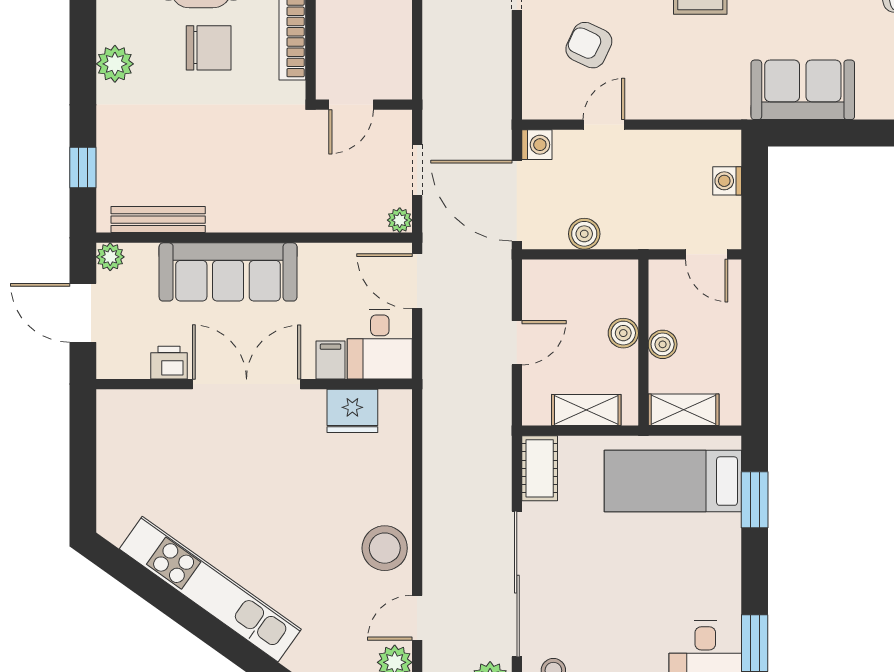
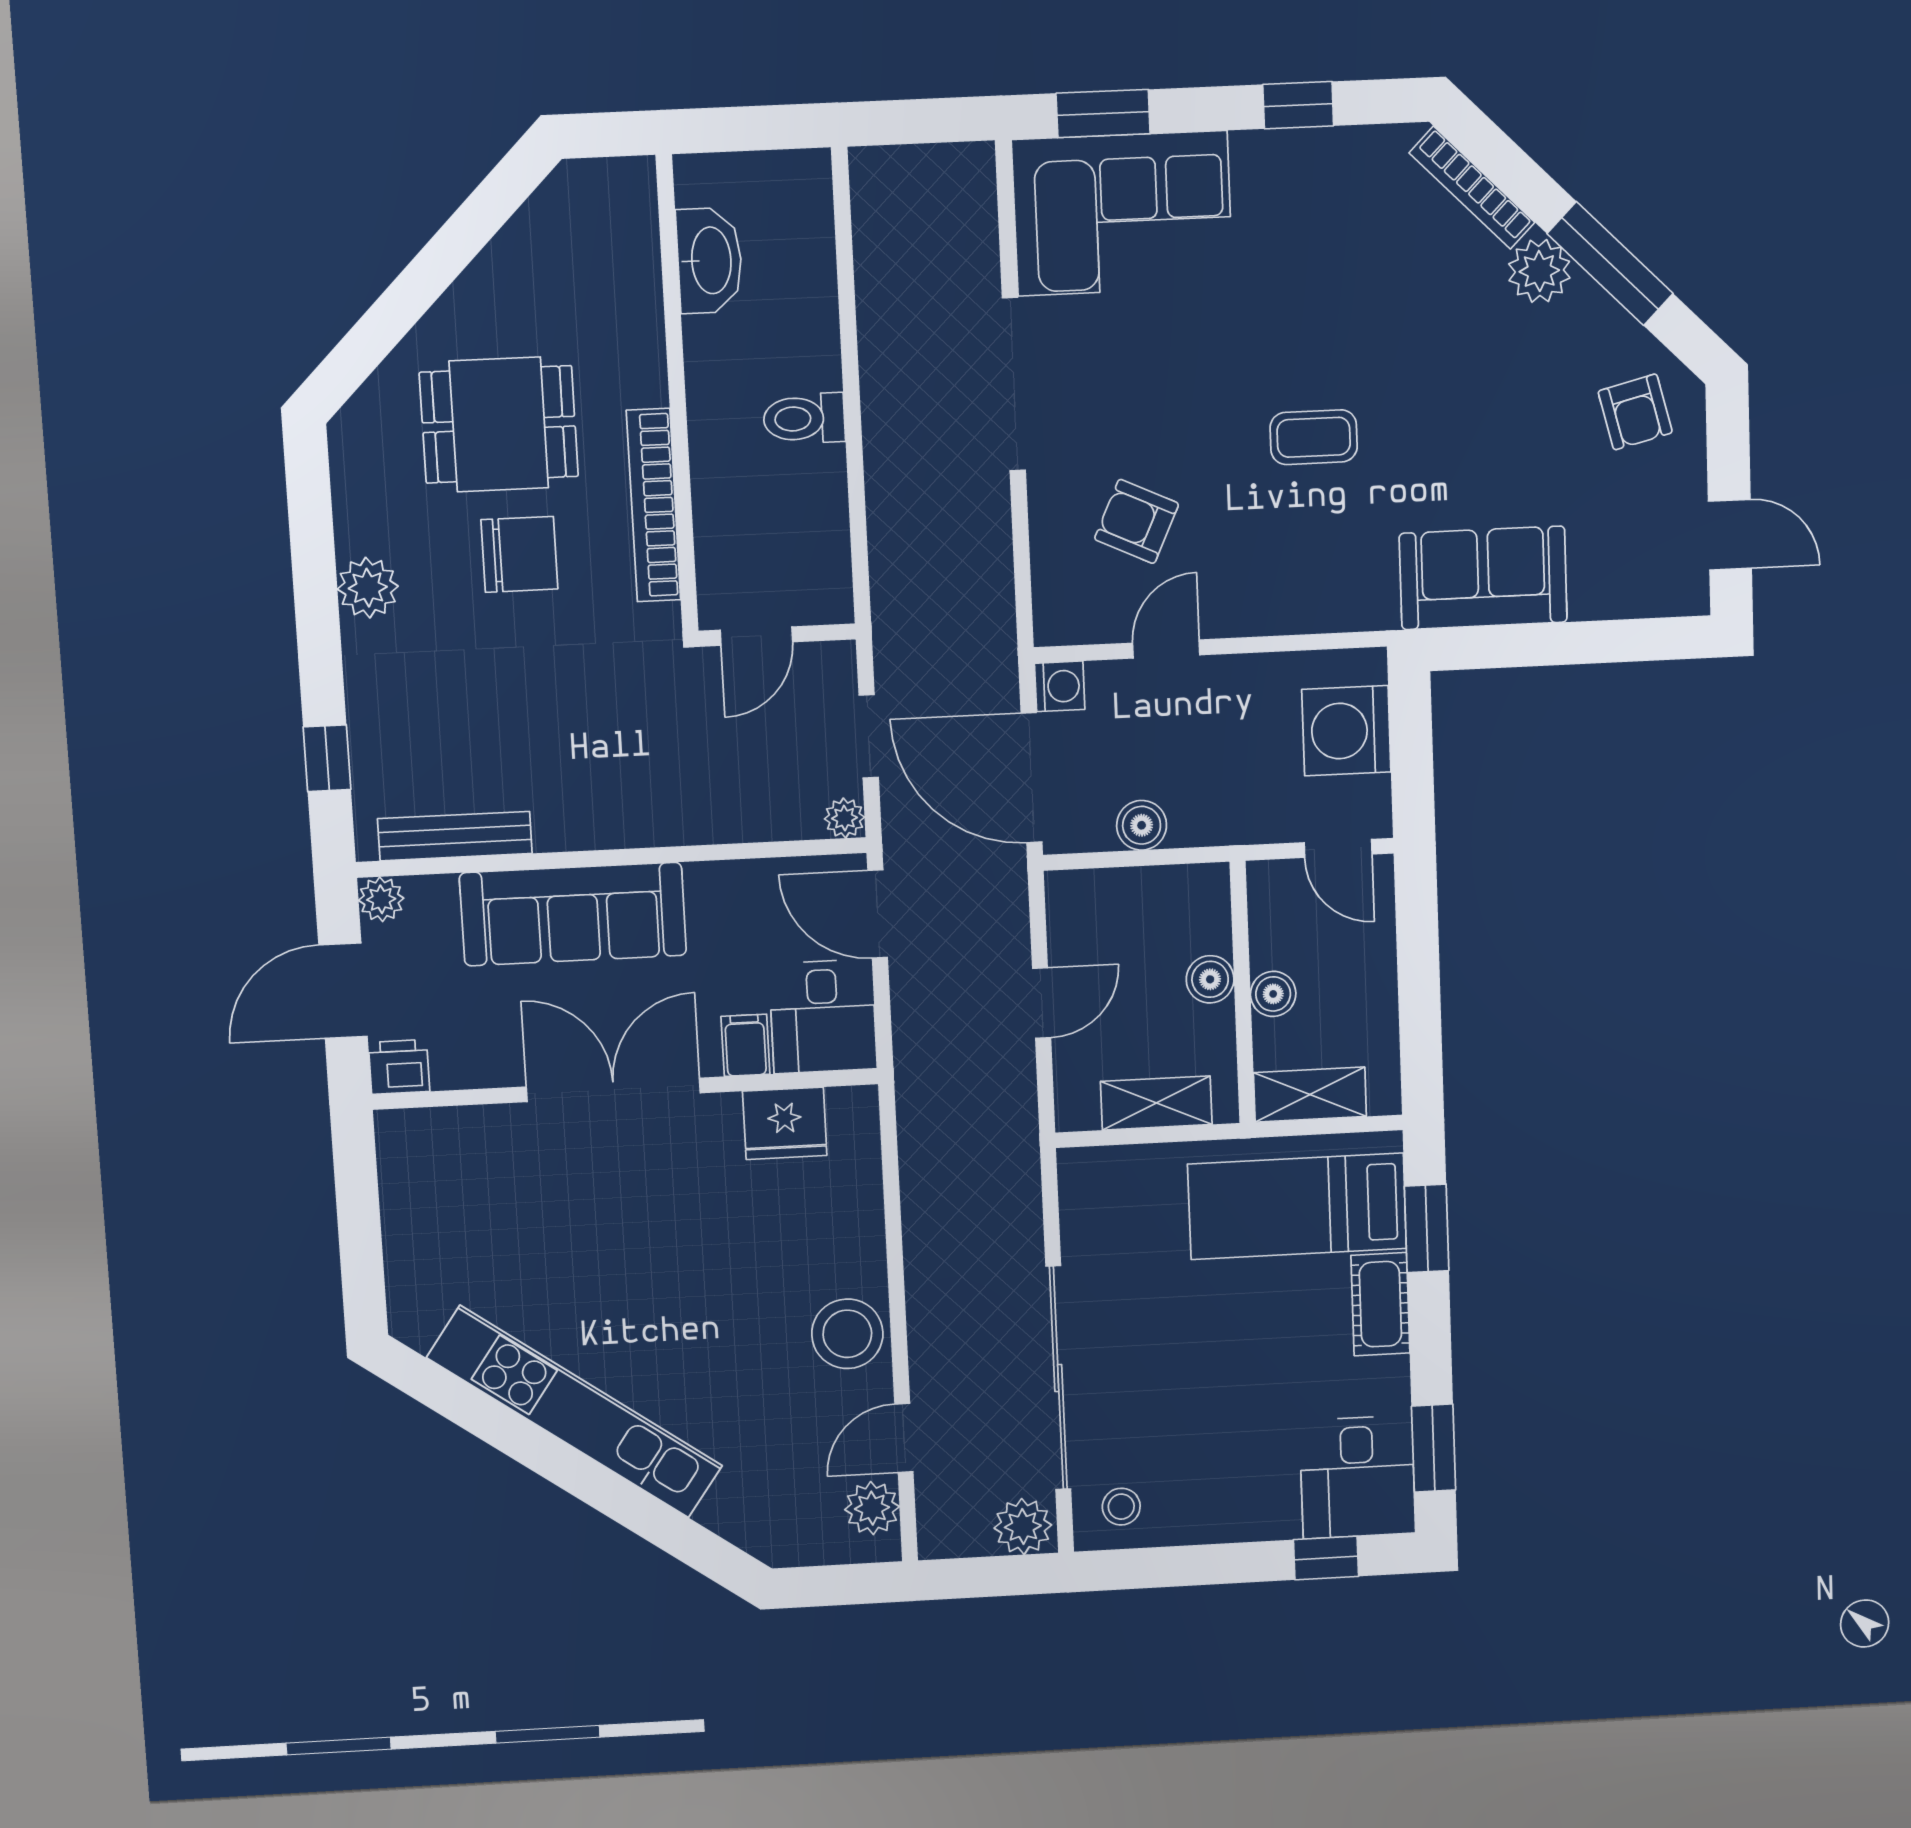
washing machine: (727, 181) -> (1346, 731), width x1.89, depth x1.89
door: (83, 313) -> (343, 991), hinge flipped
printer: (169, 363) -> (399, 1067), moved
cot: (540, 468) -> (1380, 1304), moved

